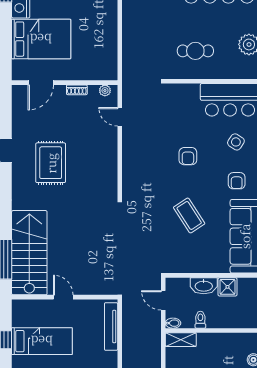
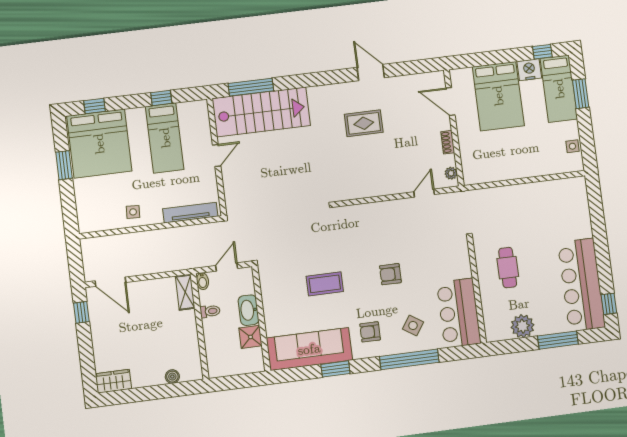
rug: (51, 163) -> (364, 123), width x0.73, depth x0.70
coffee table: (189, 215) -> (325, 284), turned 33

